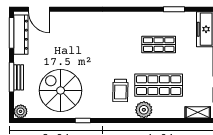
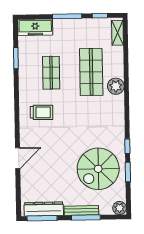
door: (39, 9) -> (18, 158), moved
bench: (19, 77) -> (81, 210), width x1.36
trolley: (120, 90) -> (42, 112), moved
window: (57, 120) -> (128, 172), added

